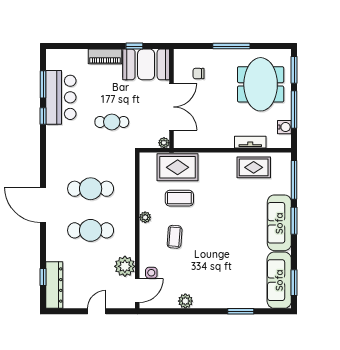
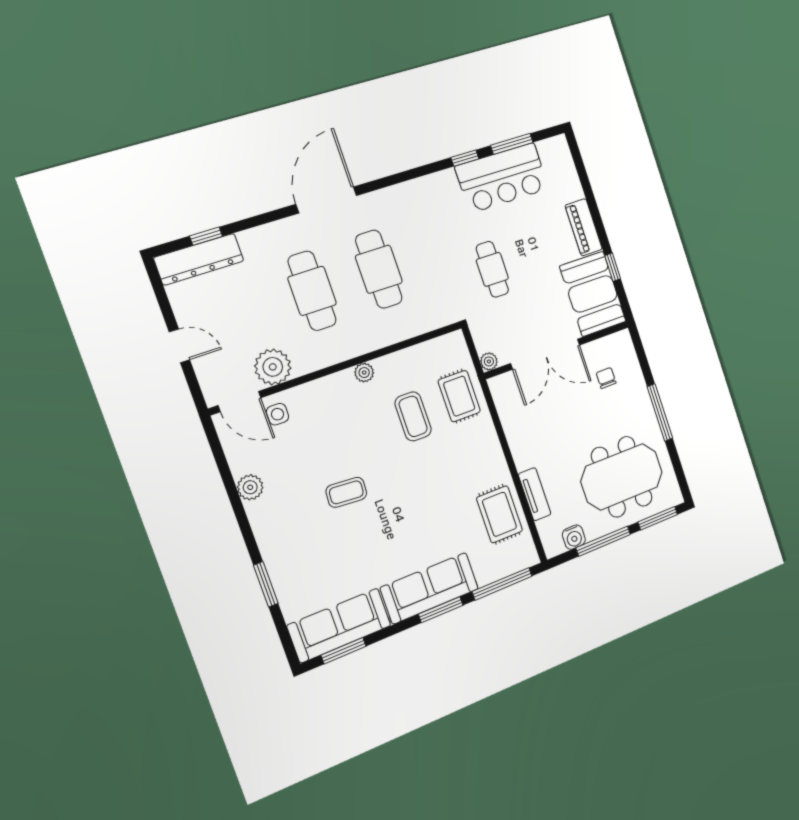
rug: (178, 167) -> (459, 396), width x0.73, depth x0.70
coffee table: (175, 237) -> (346, 492), moved

